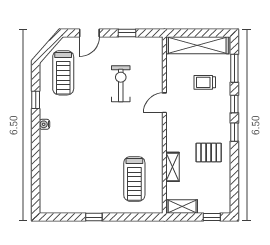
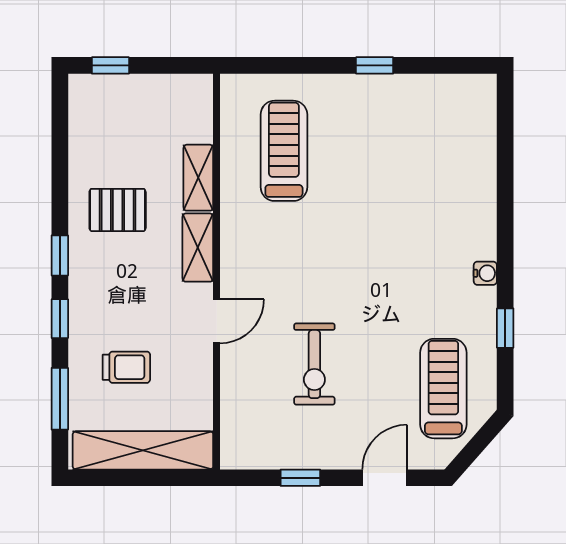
shelving: (182, 207) -> (198, 248), moved, turned 90

